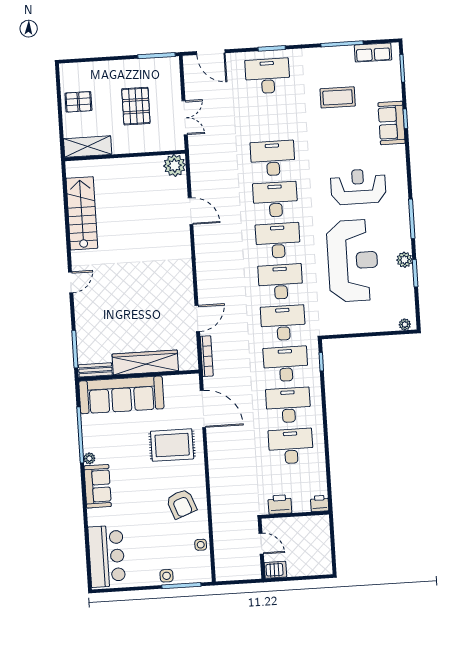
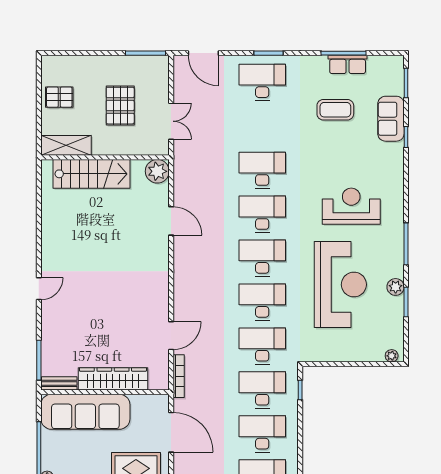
row of seats: (373, 53) -> (348, 64), moved
sofa: (392, 123) -> (391, 119), moved
stairs: (82, 213) -> (91, 174), moved, turned 90

